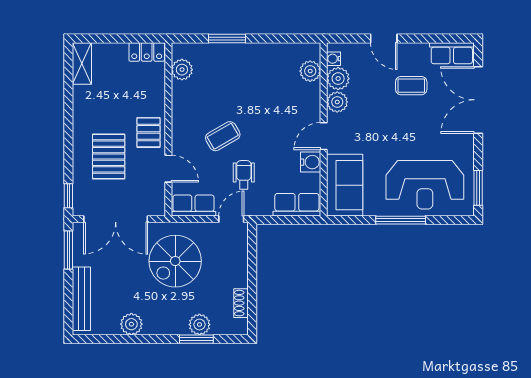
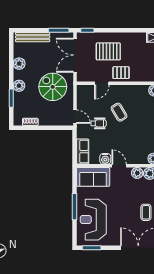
row of seats: (193, 205) -> (82, 97), removed
plant: (199, 325) -> (19, 86), moved

